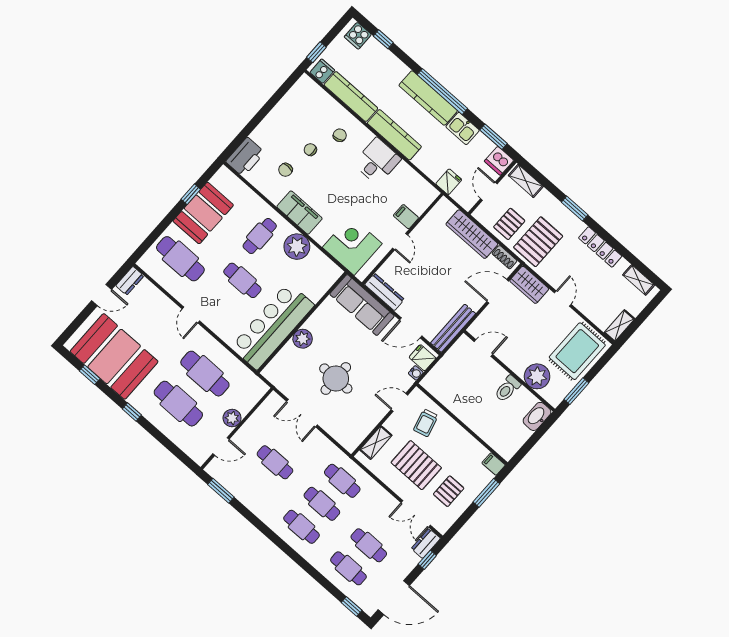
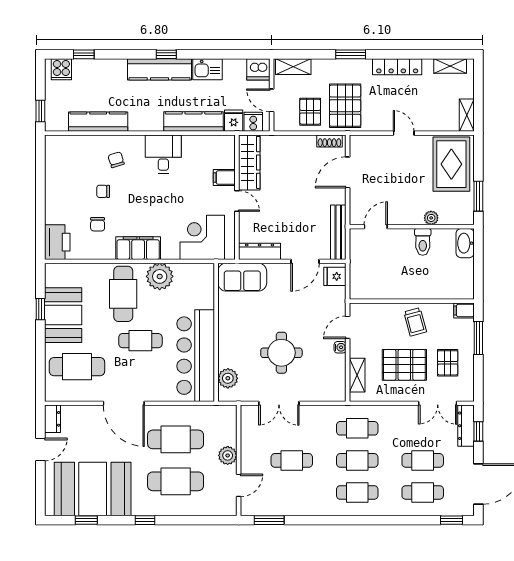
cooker: (322, 71) -> (253, 122), moved
window: (442, 92) -> (166, 54), width x0.32
kitchen counter: (394, 135) -> (193, 122), moved
window: (494, 137) -> (237, 54), removed
wardrobe: (472, 234) -> (249, 162), moved, turned -90
cafe table: (260, 236) -> (123, 294), width x1.37, depth x1.35
wardrobe: (529, 285) -> (368, 146), removed
sofa: (362, 305) -> (242, 277), width x0.73
door: (191, 315) -> (124, 403), width x1.87
plant: (303, 339) -> (228, 378), moved
water cooler: (416, 373) -> (340, 347), moved
plant: (537, 376) -> (431, 218), width x0.53, depth x0.53
trolley: (426, 423) -> (415, 322), moved
dresser: (426, 543) -> (466, 426), width x1.44

